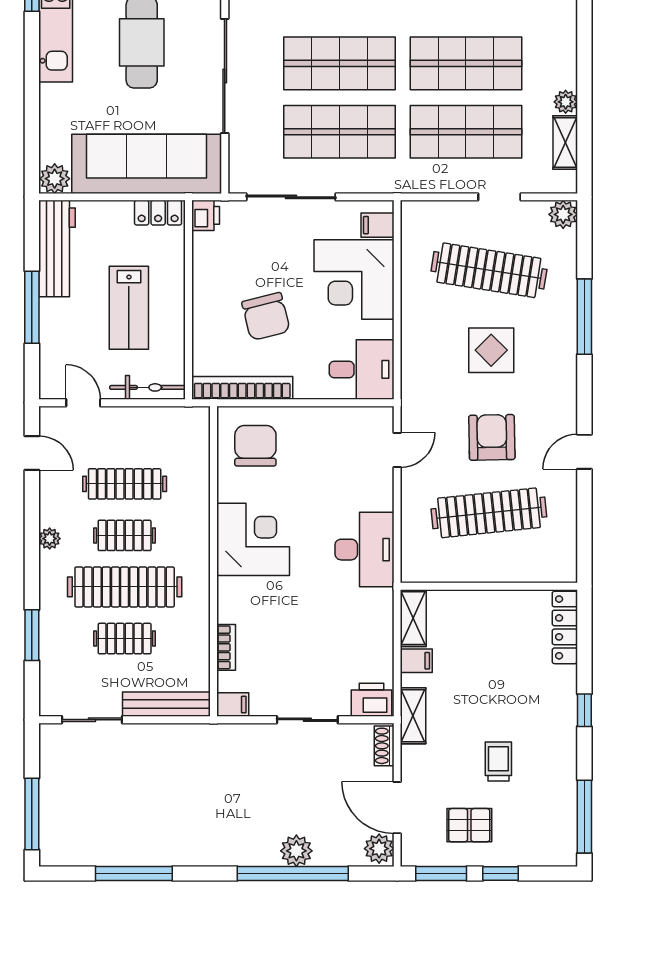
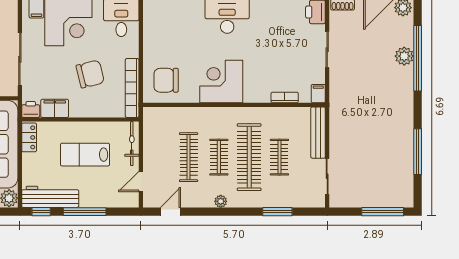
window: (32, 233) -> (41, 212), added
filing cabinet: (208, 256) -> (55, 108), added
lab bench: (129, 308) -> (85, 155), turned 180

